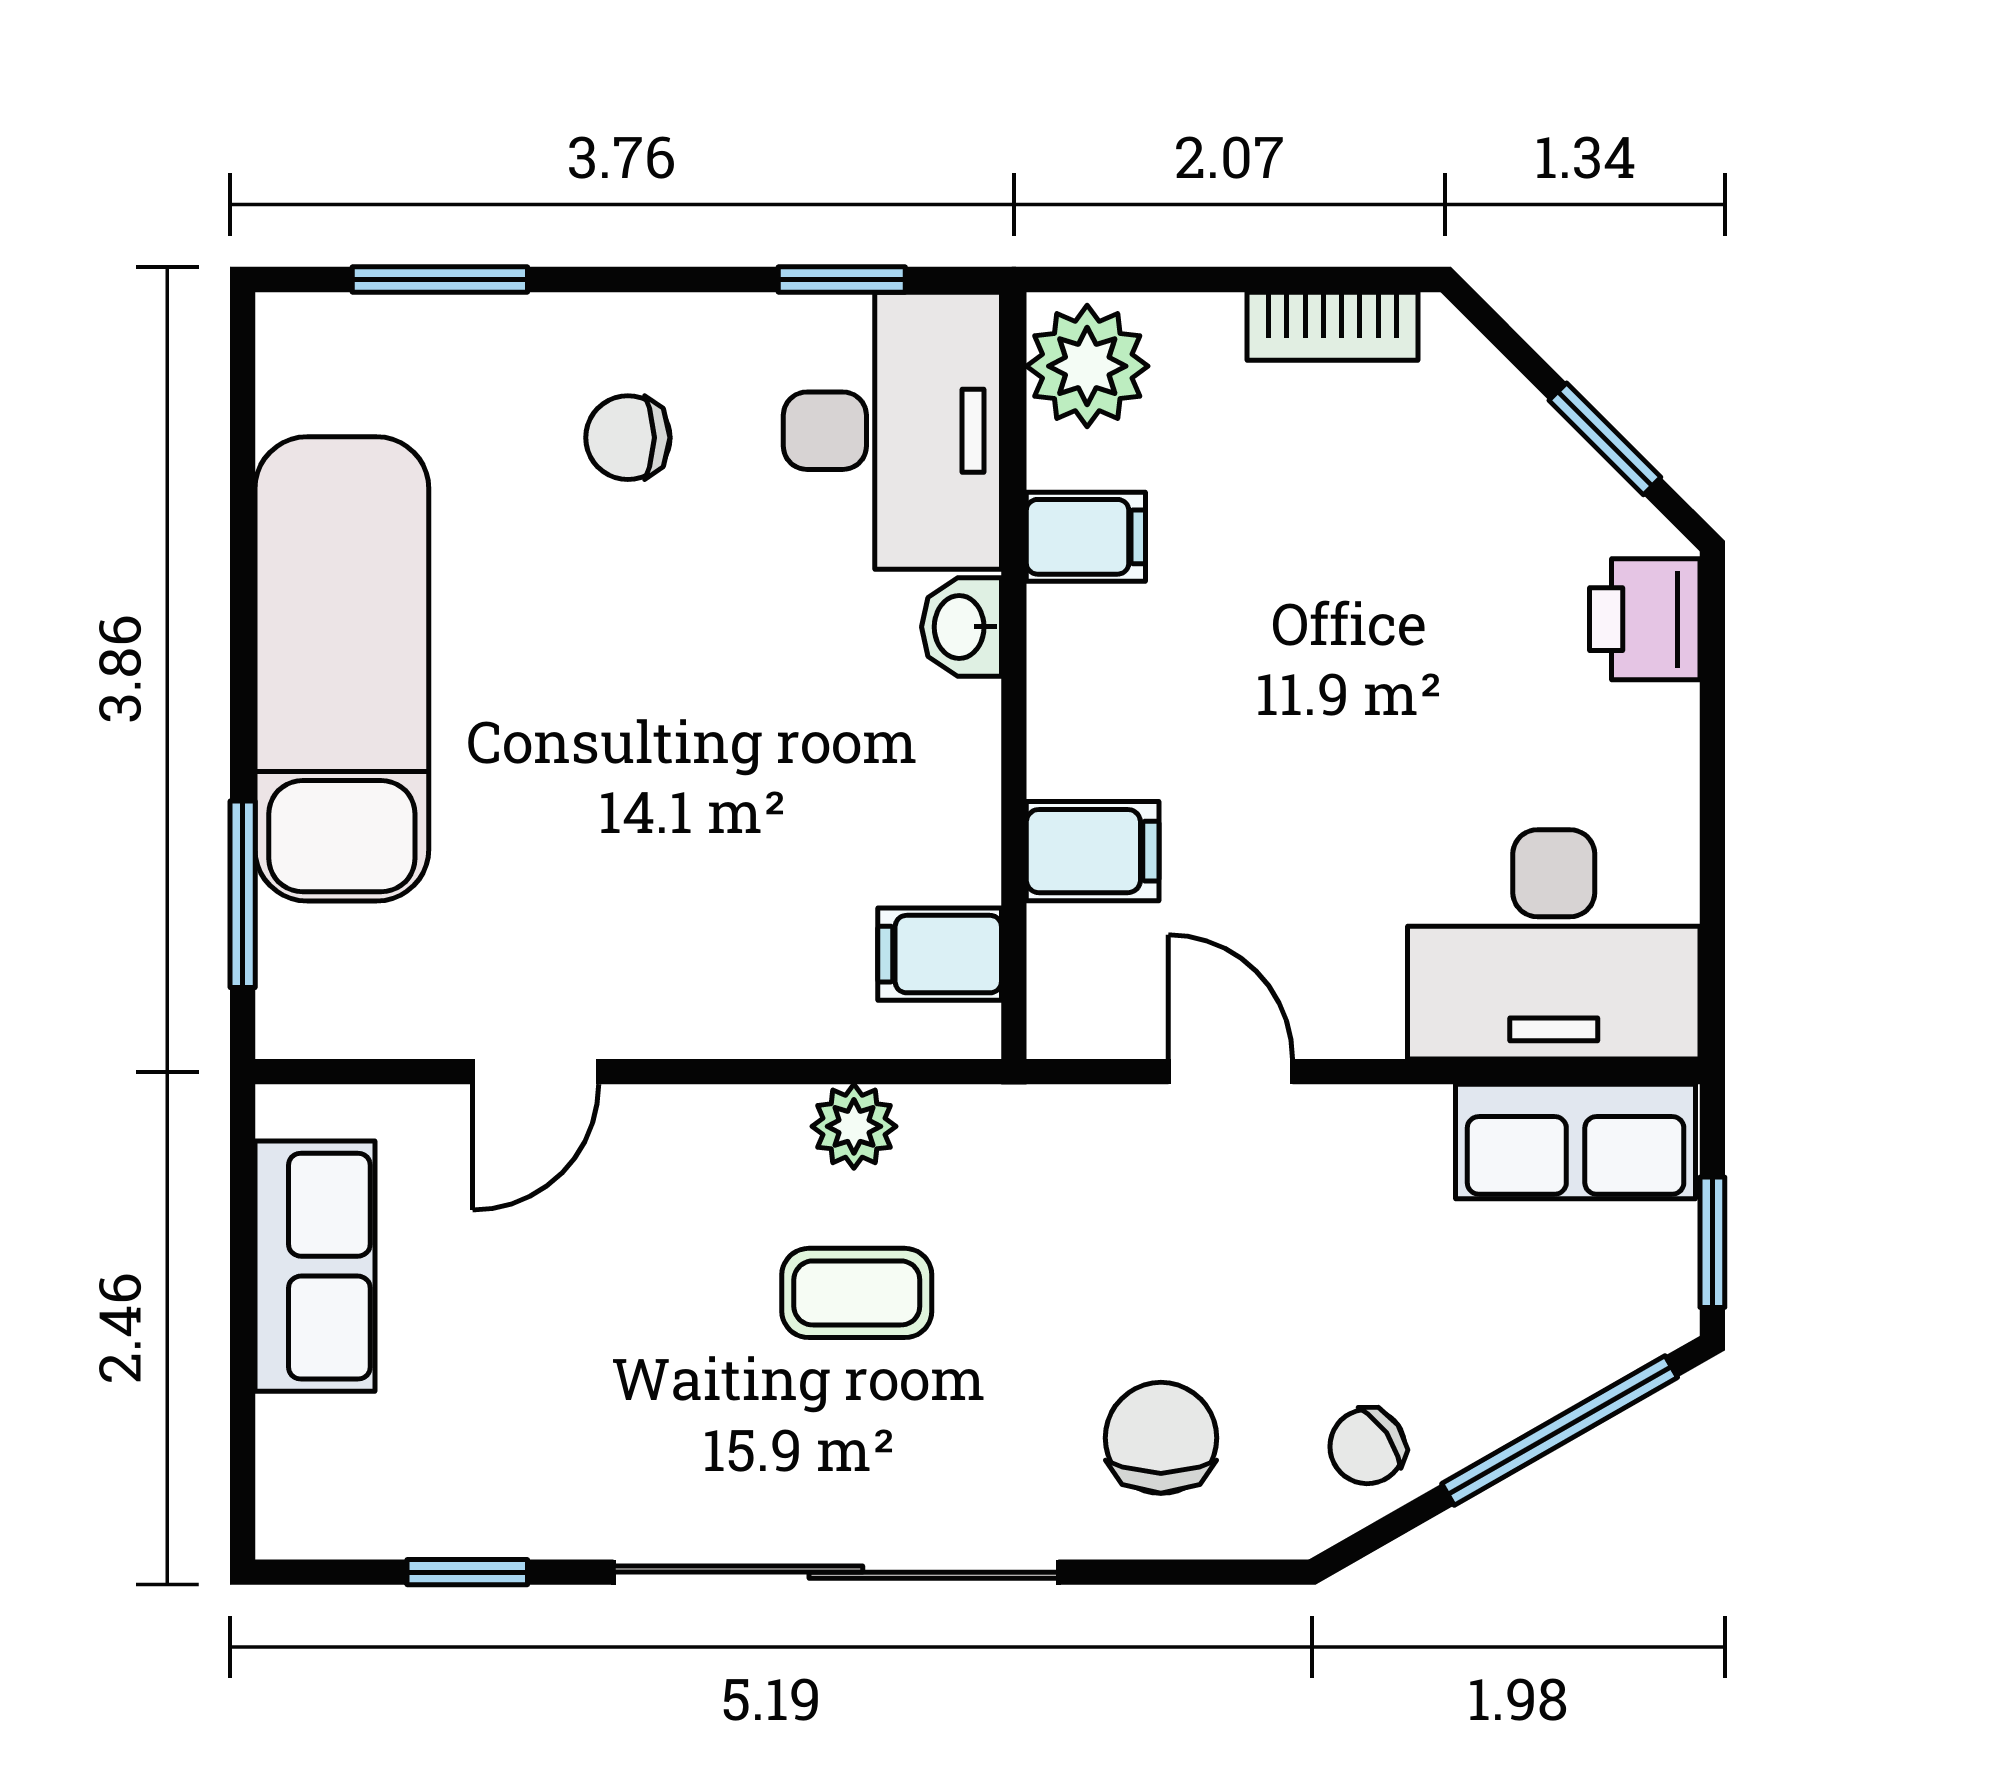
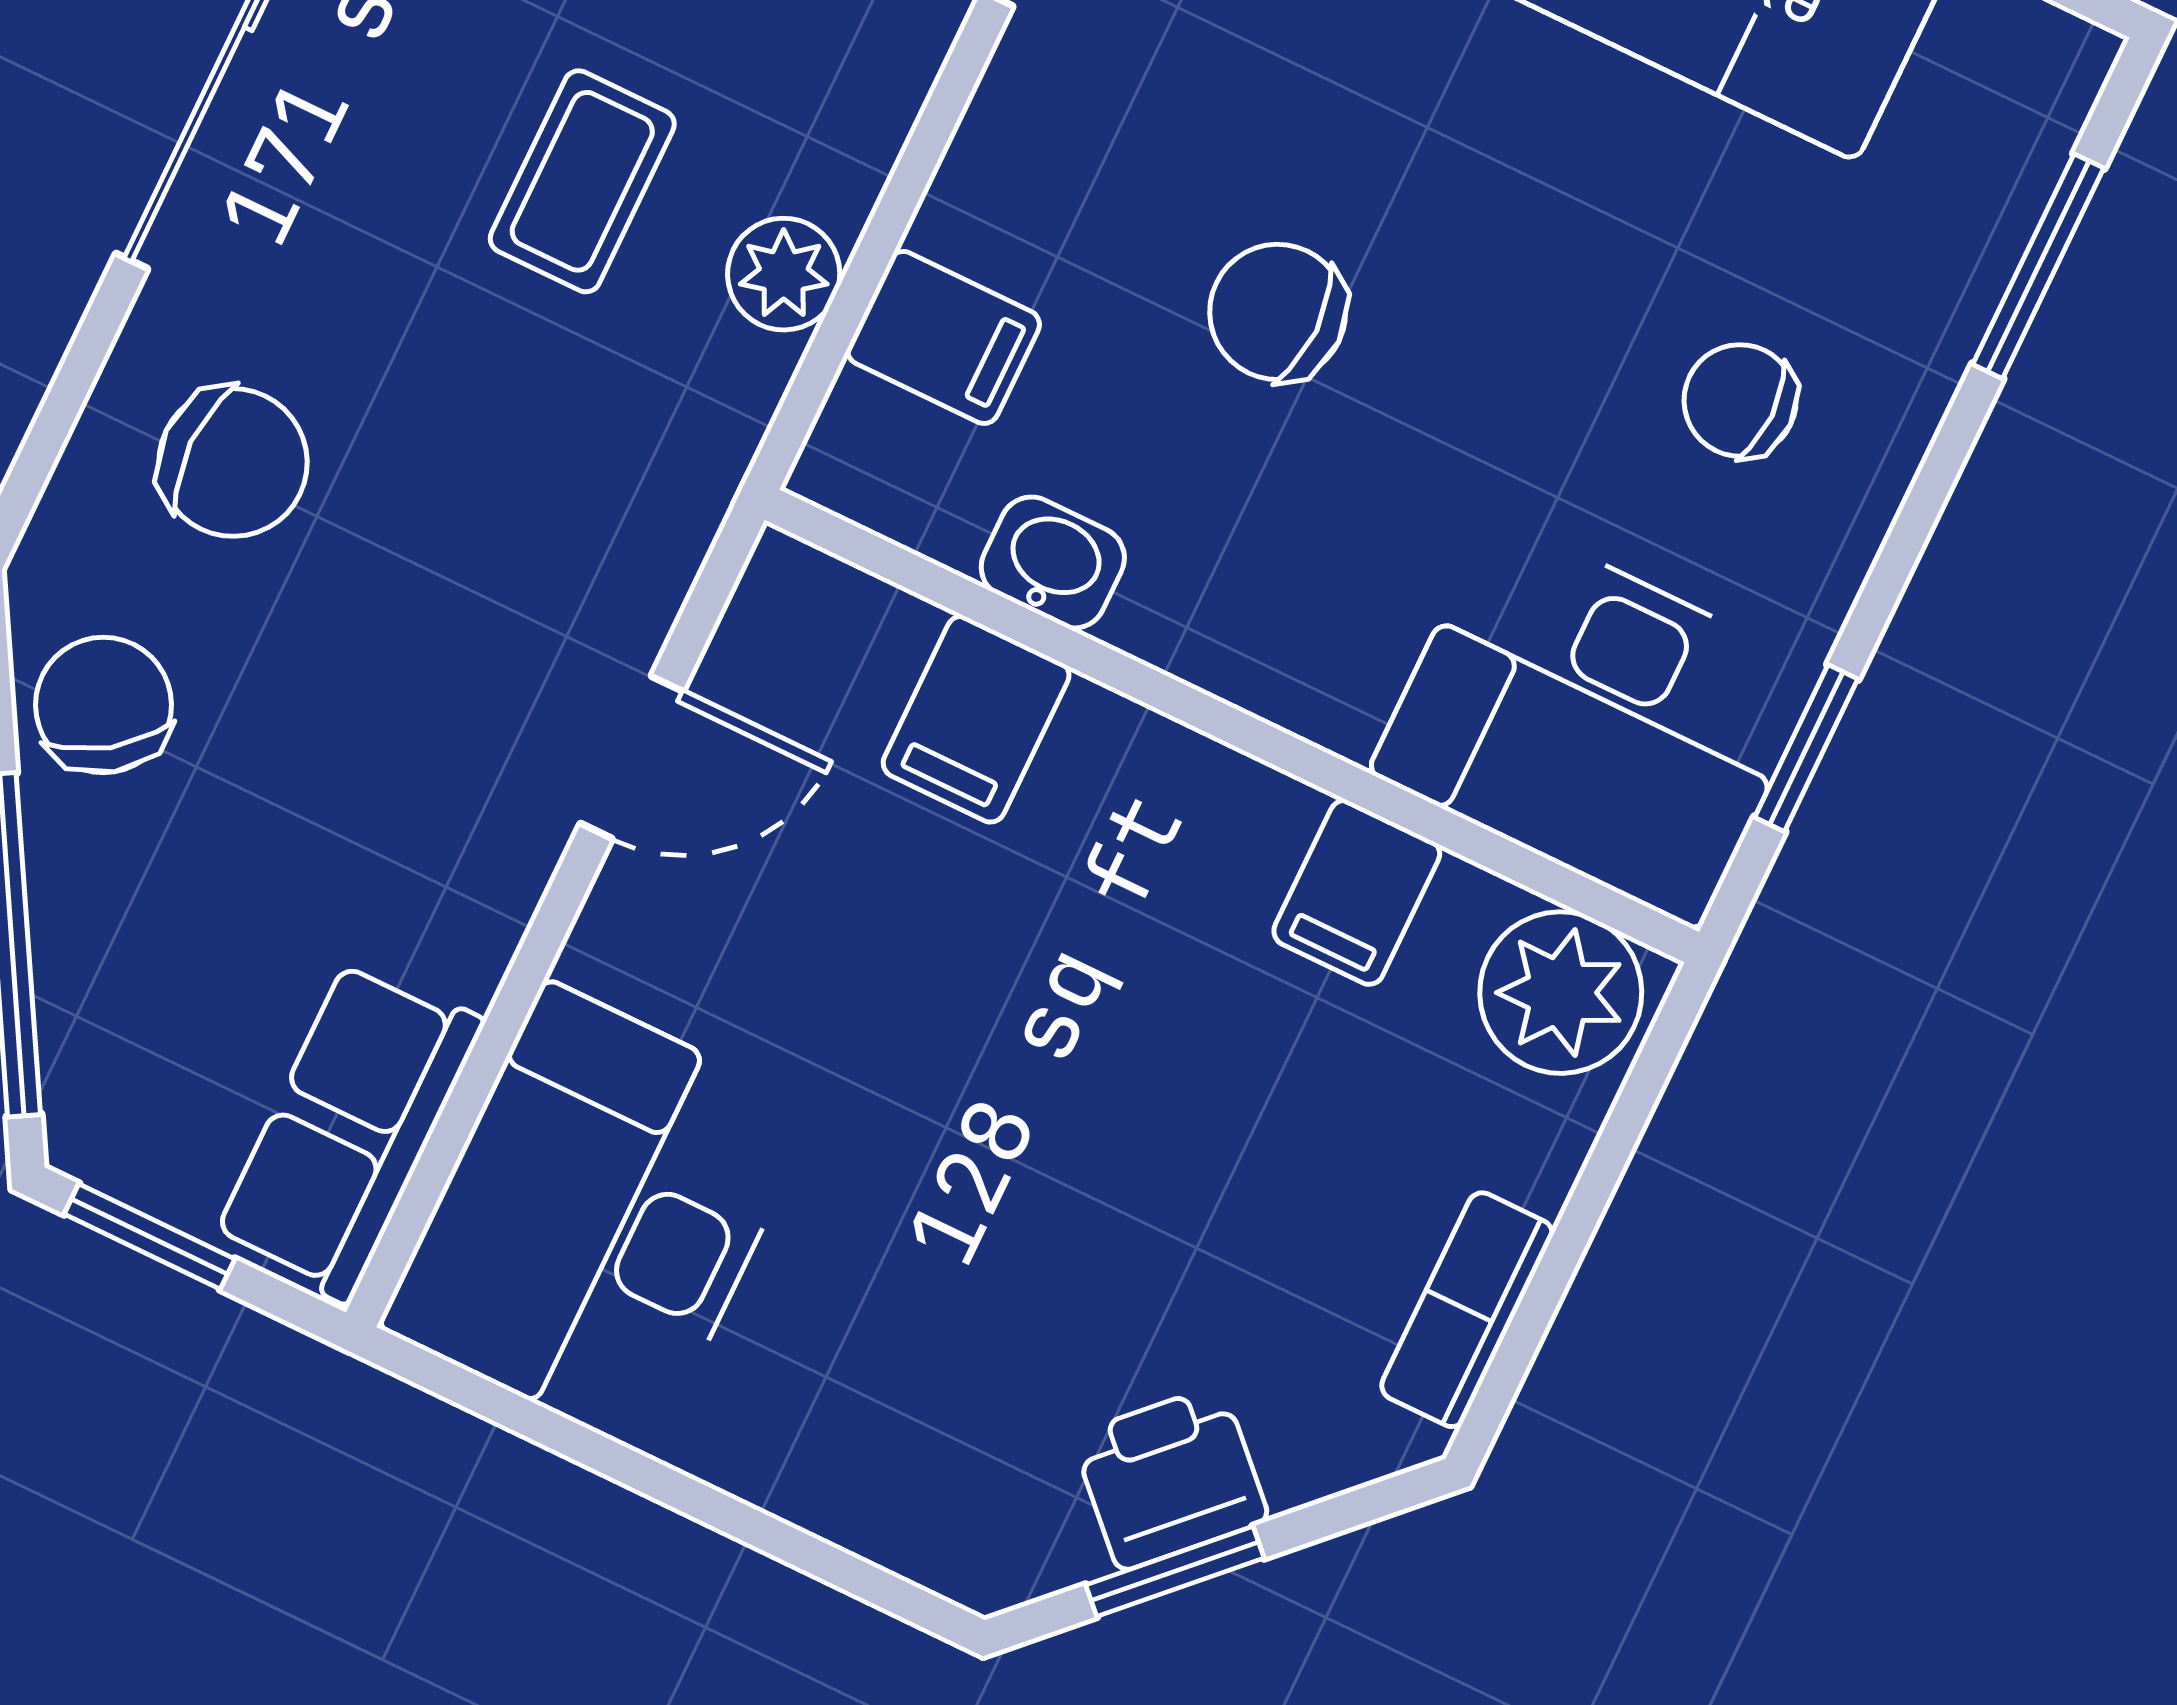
chair: (628, 438) -> (1740, 400), turned -90
printer: (1645, 619) -> (1170, 1478), moved, turned -45
washbasin: (962, 627) -> (1053, 562), moved
chair: (719, 780) -> (1278, 312), added
filing cabinet: (940, 954) -> (944, 337), moved, turned 90
chair: (1367, 1447) -> (104, 705), width x1.37, depth x1.37

